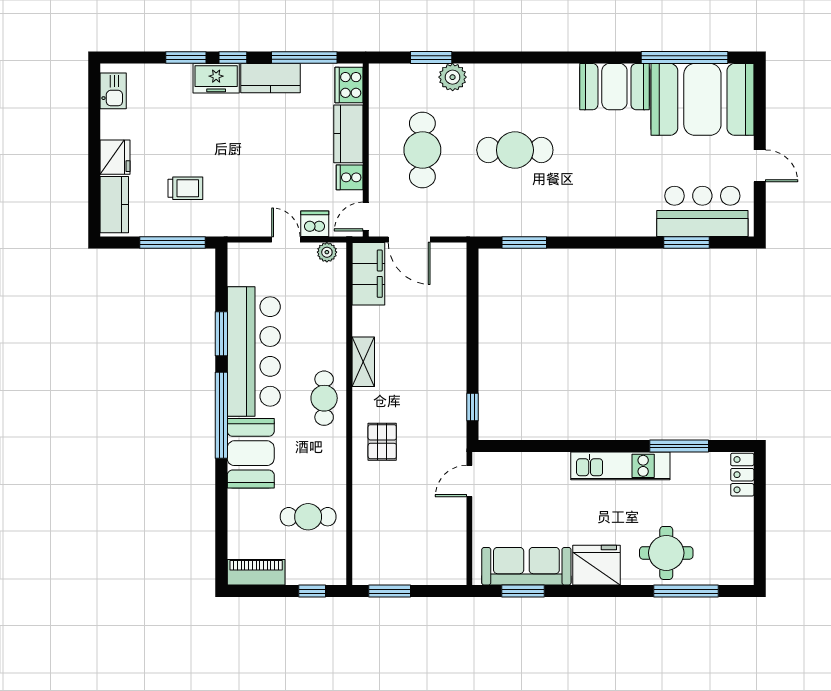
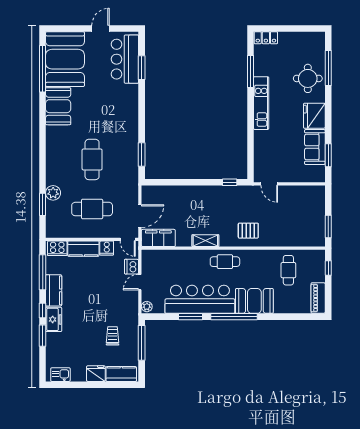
plant: (327, 252) -> (147, 307), moved
sofa: (526, 566) -> (315, 147), width x0.73

